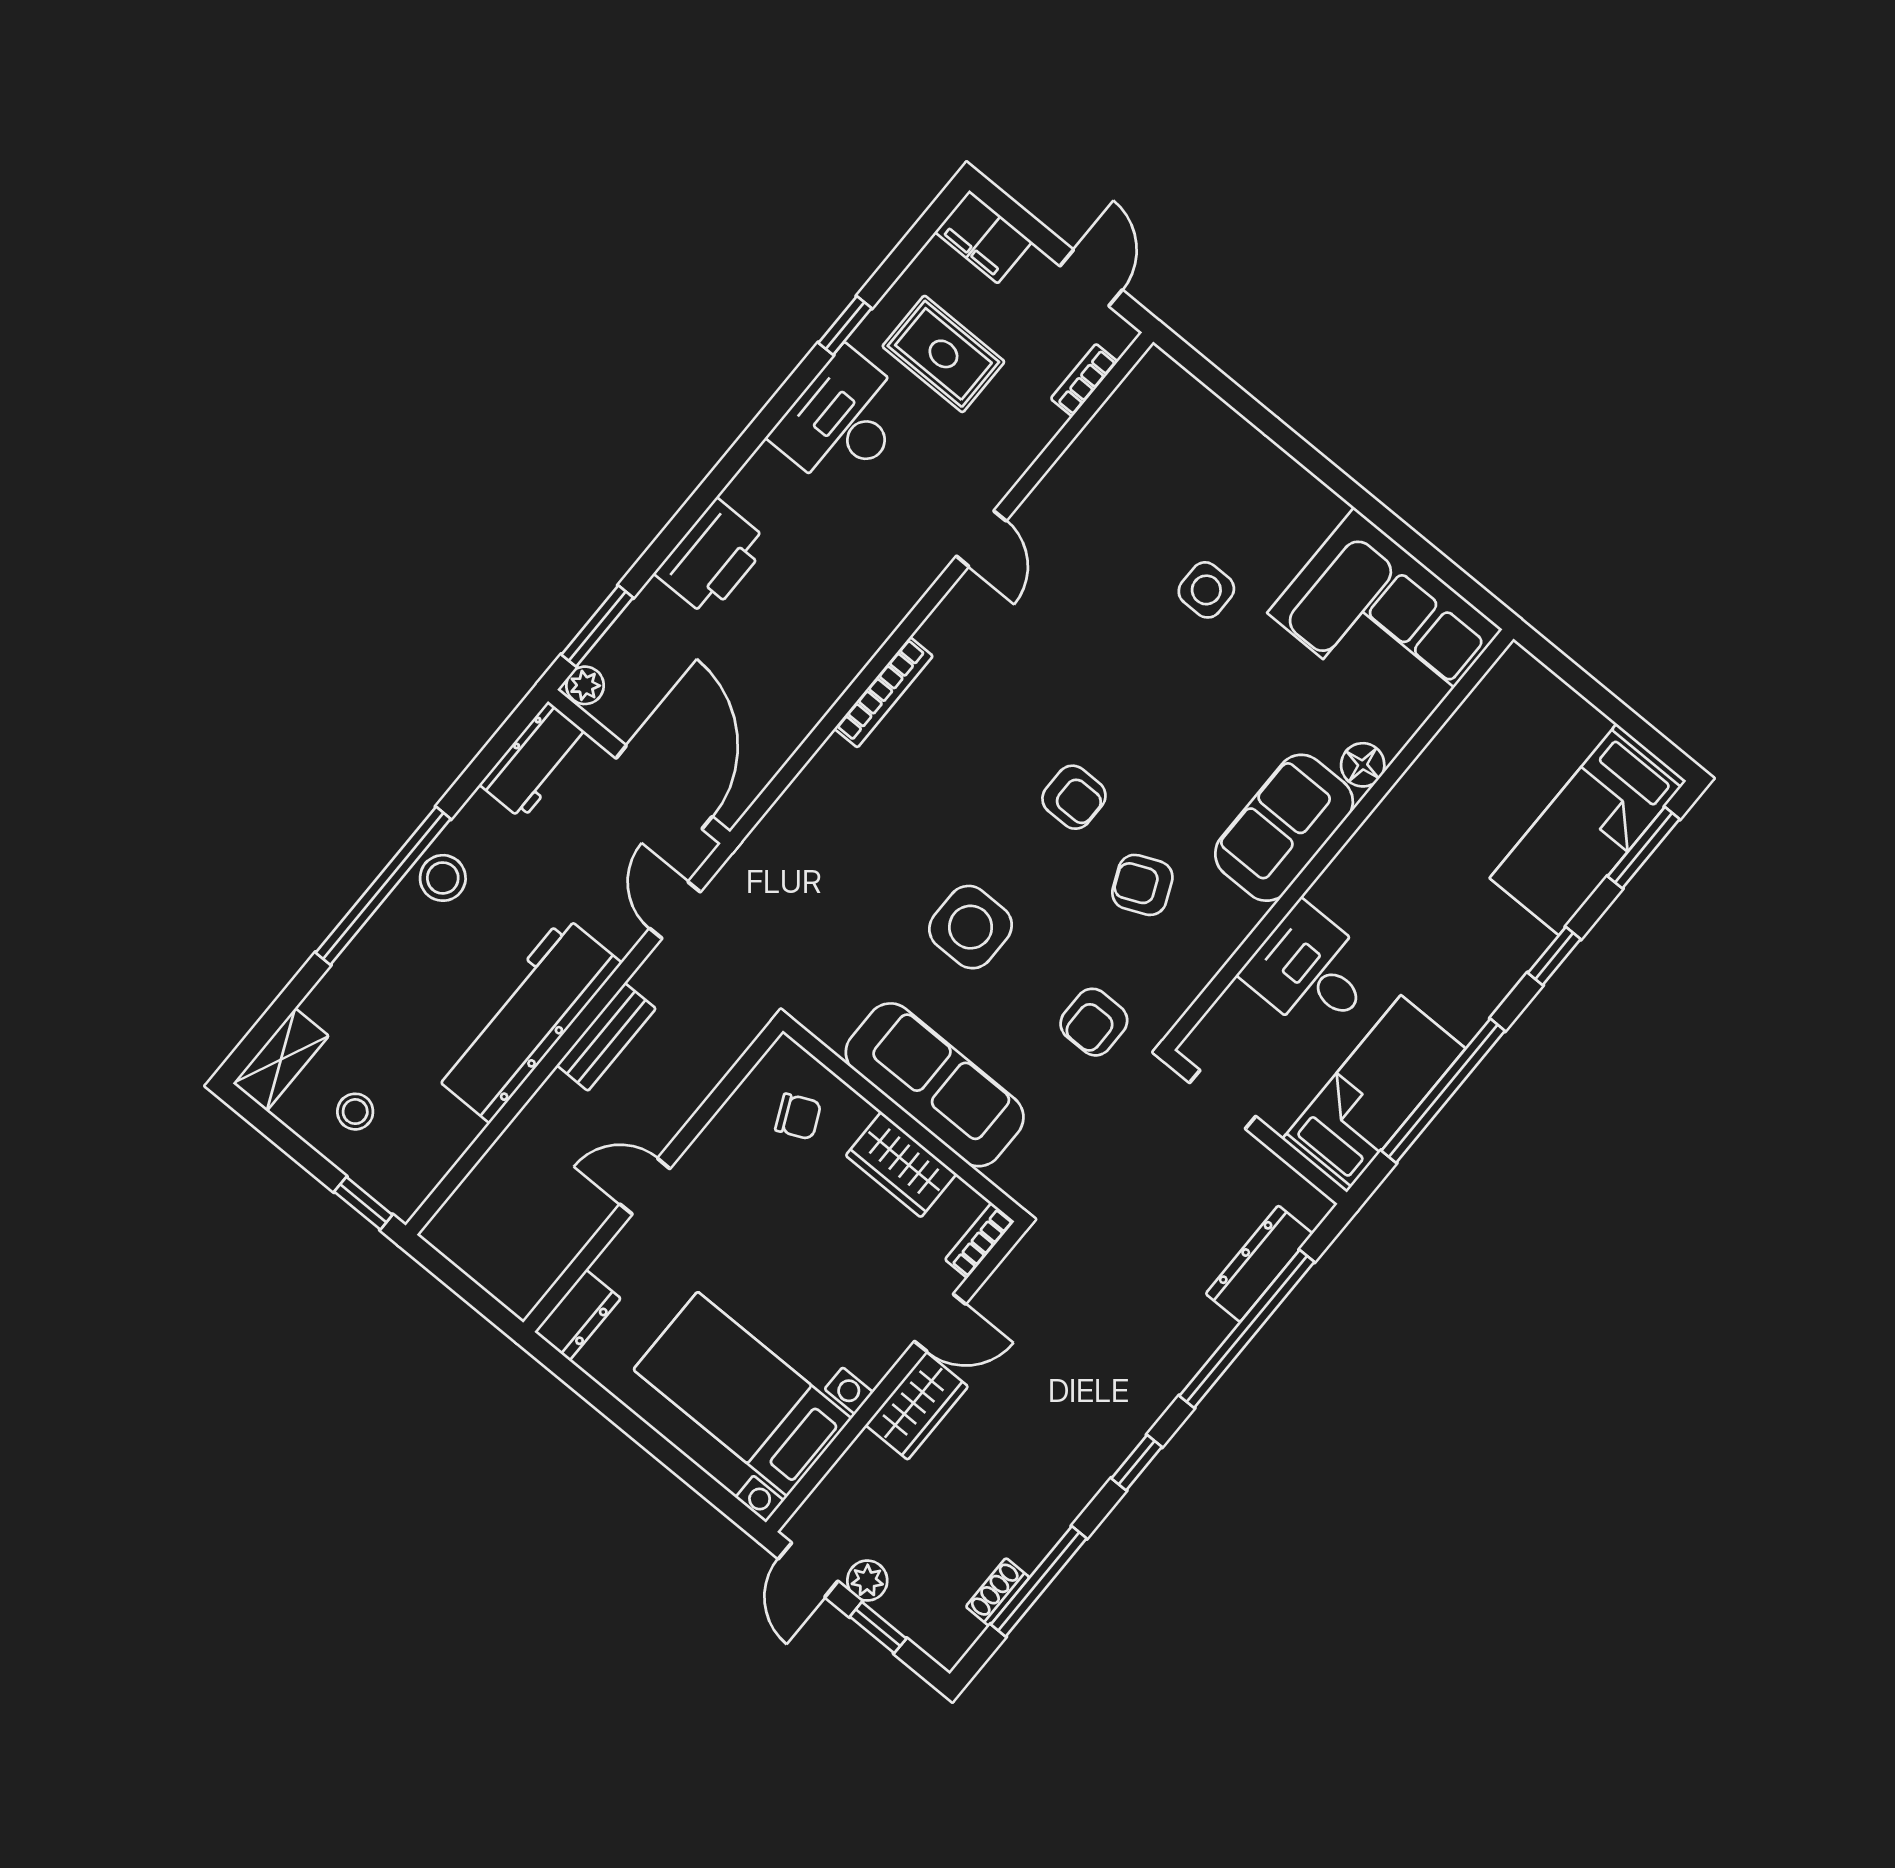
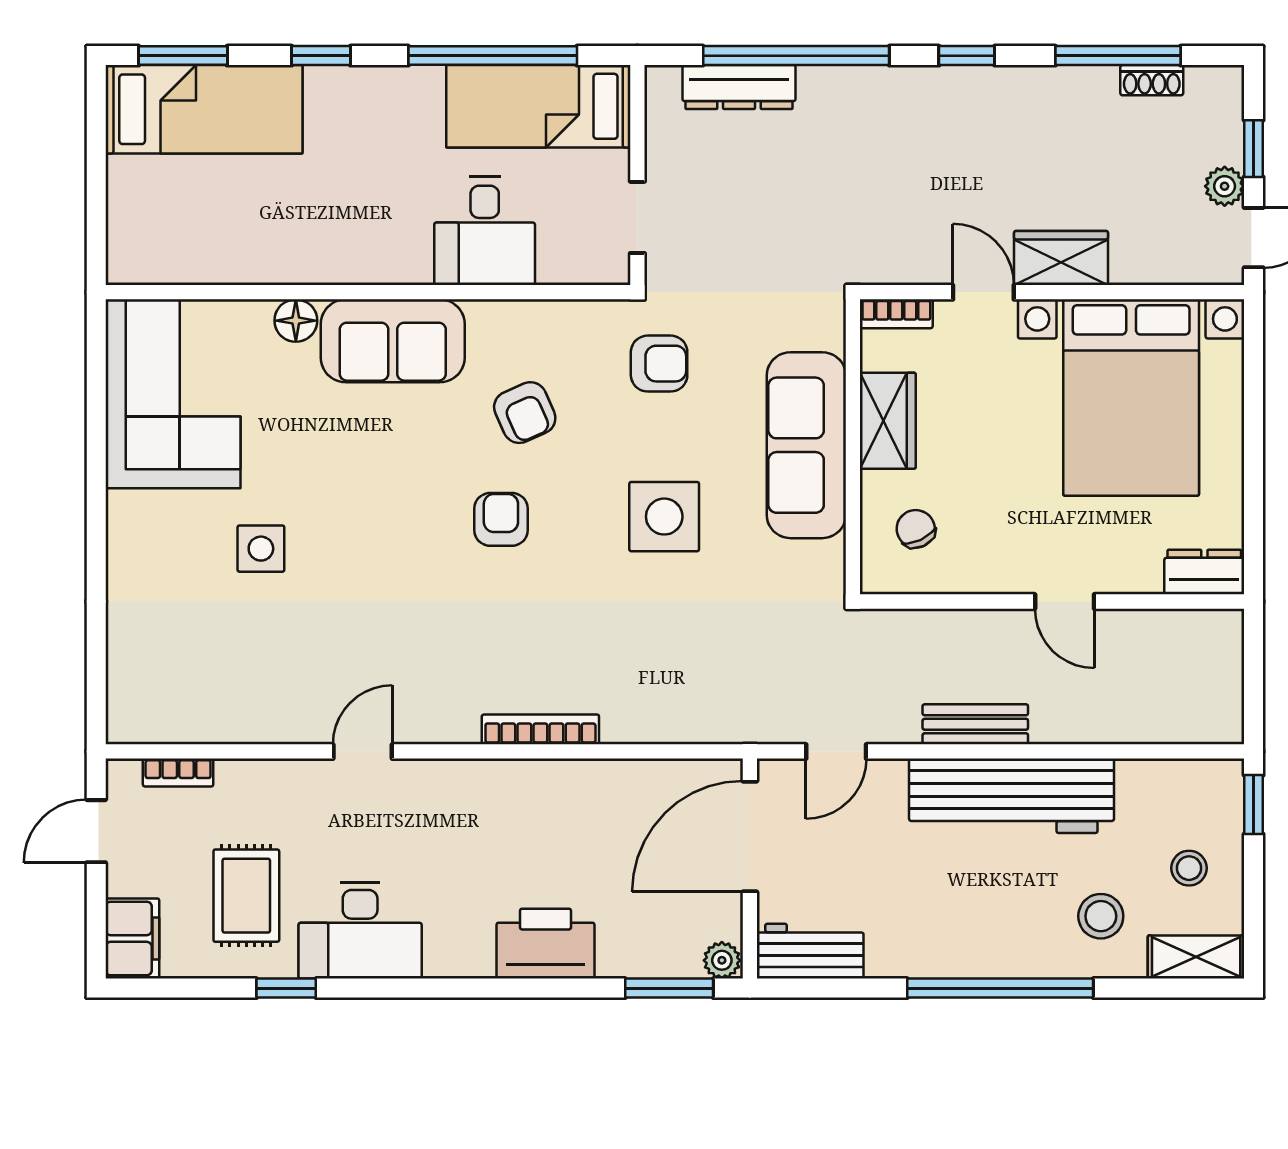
stool: (443, 878) -> (1101, 916), moved
bed with nightstands: (742, 1394) -> (1131, 398), width x1.36

